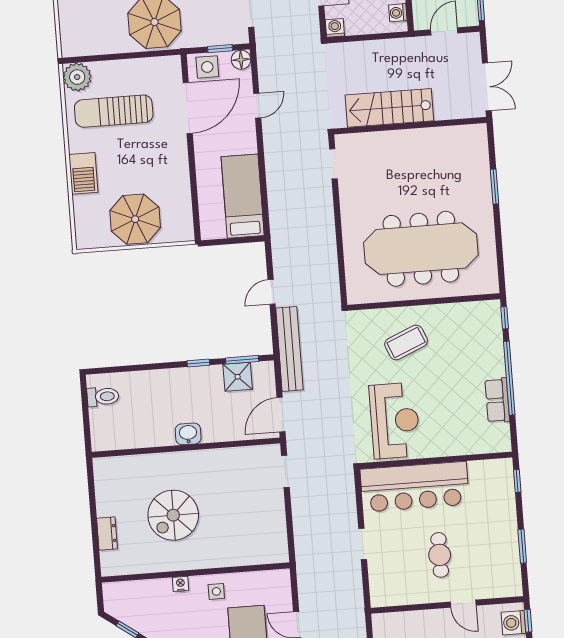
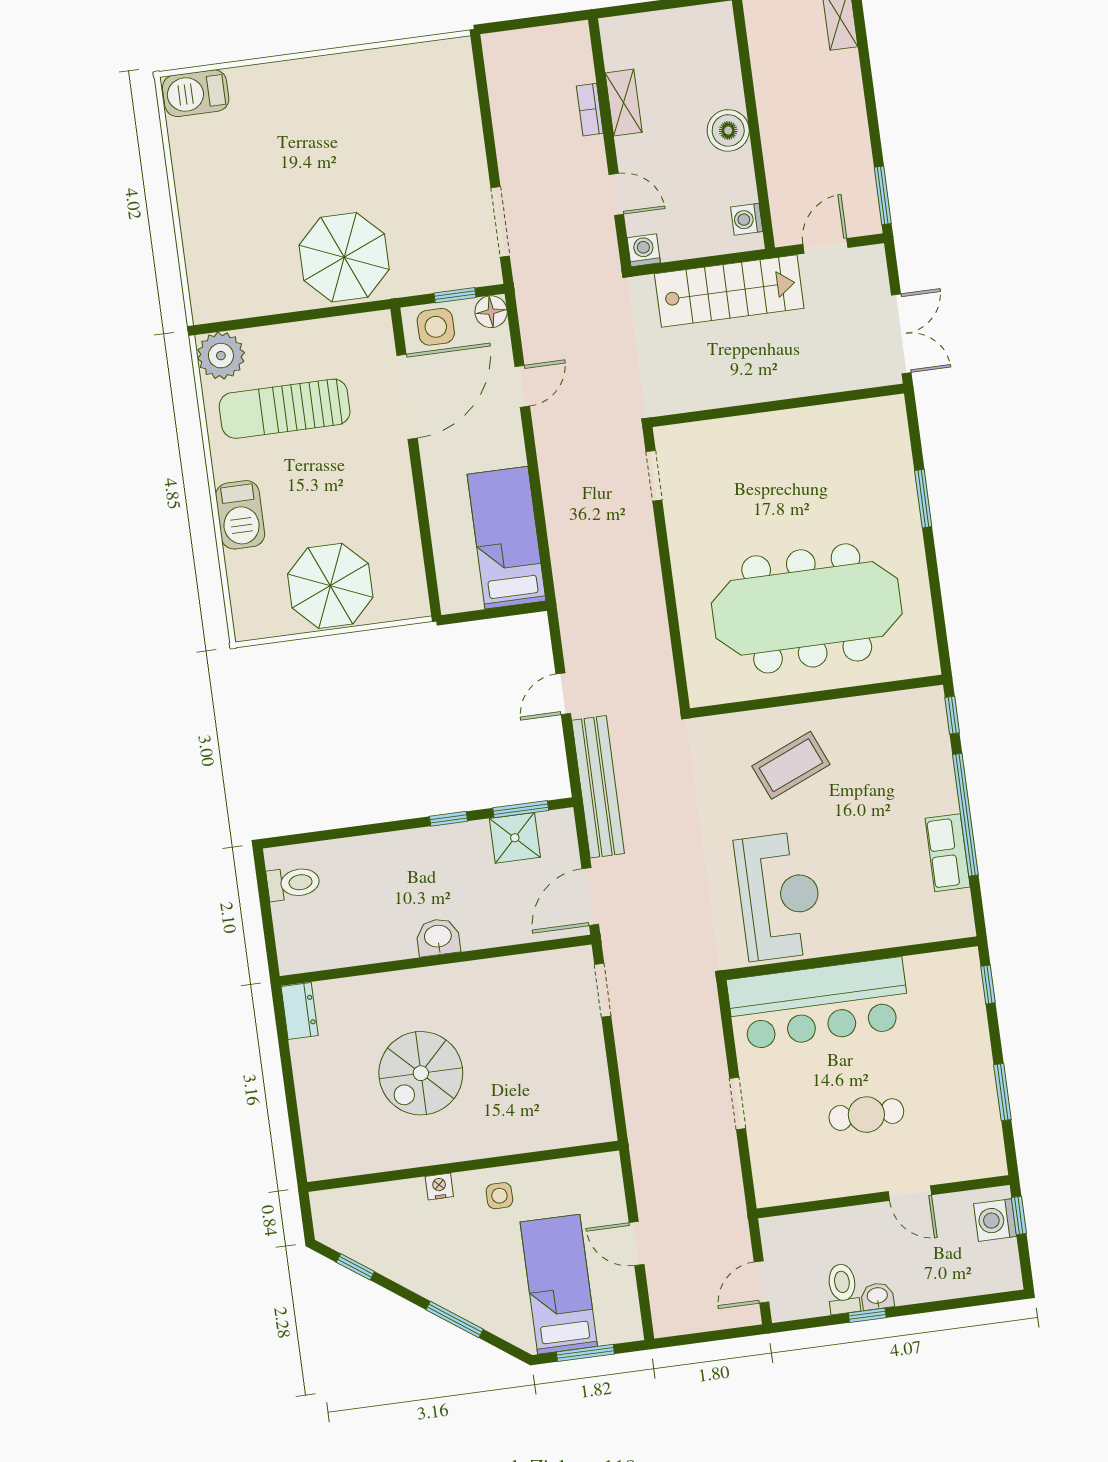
stairs: (389, 108) -> (729, 291), moved, turned 180
dresser: (107, 534) -> (300, 1011), moved
cafe table: (440, 555) -> (866, 1115), turned 90

